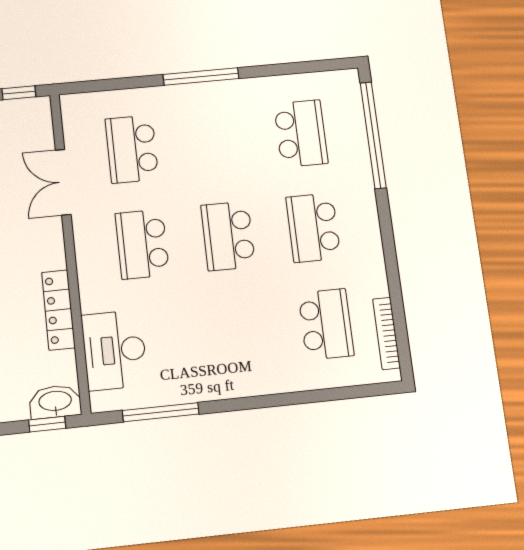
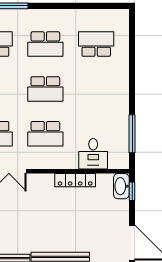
bookcase: (386, 333) -> (104, 13), removed
desk: (114, 350) -> (93, 154), width x0.73

